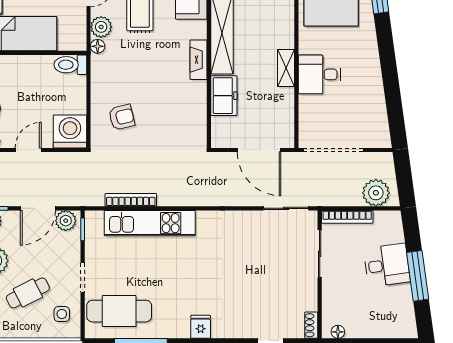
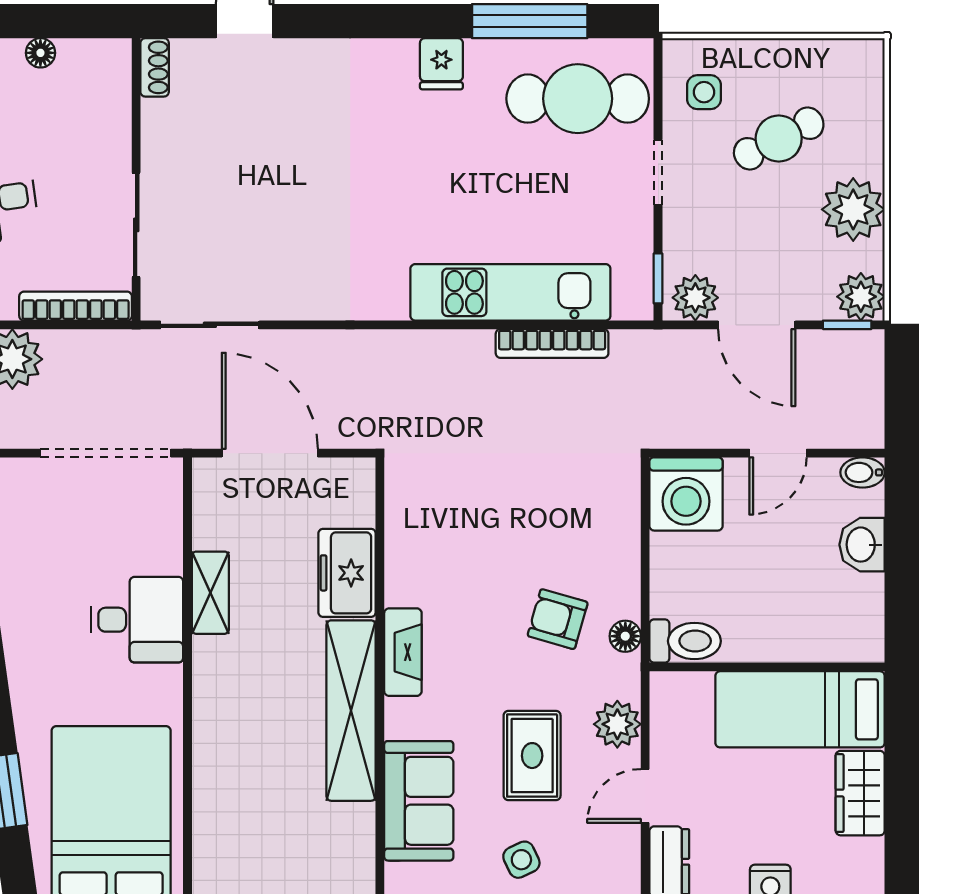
floor lamp: (98, 46) -> (625, 636), moved
shelving: (286, 68) -> (210, 593), moved
armchair: (122, 117) -> (558, 619), moved, turned 30
door: (38, 208) -> (757, 325), swing flipped
fridge: (201, 327) -> (441, 64), moved
floor lamp: (338, 332) -> (40, 53), moved

